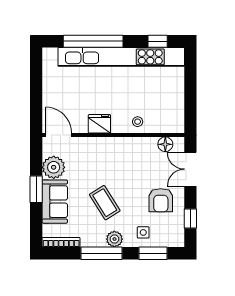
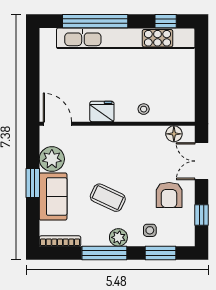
coffee table: (105, 203) -> (108, 198), turned -33

